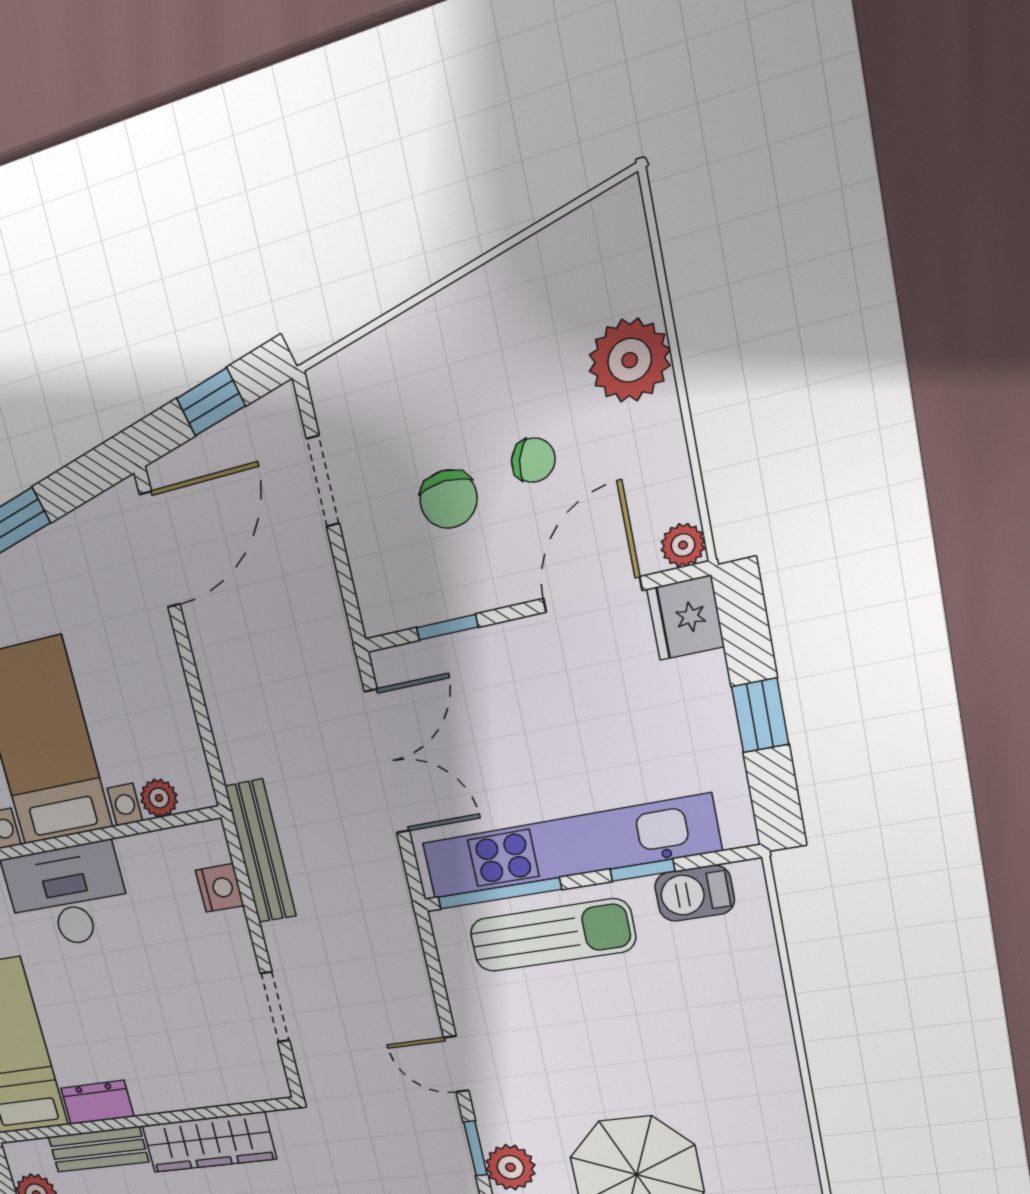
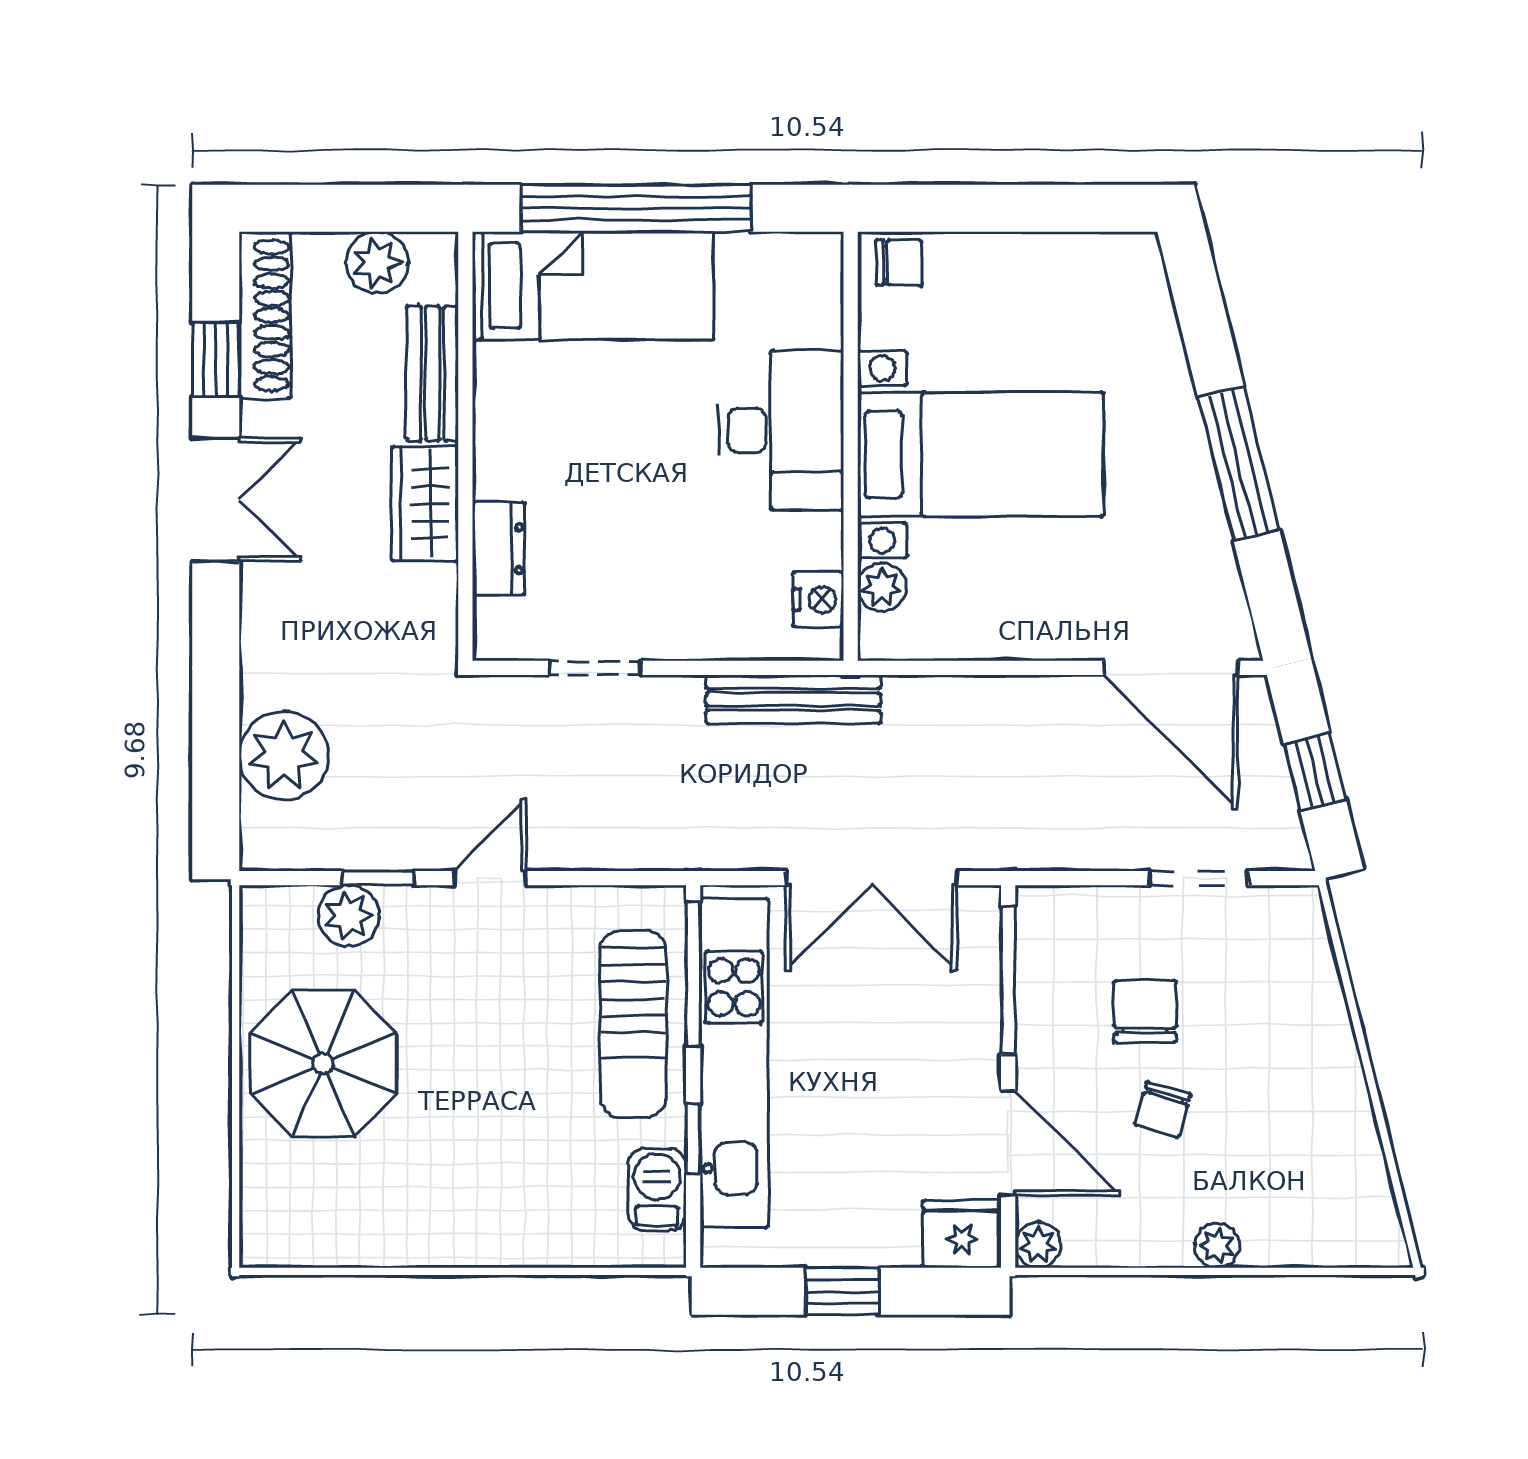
plant: (630, 360) -> (1217, 1246), width x0.53, depth x0.53
chair: (448, 499) -> (1145, 1012), turned 91
window: (447, 627) -> (1008, 980), width x2.17
nightstand: (220, 888) -> (818, 599), moved, turned -90
dresser: (97, 1102) -> (499, 549), moved
wardrobe: (209, 1142) -> (425, 504), width x0.67

